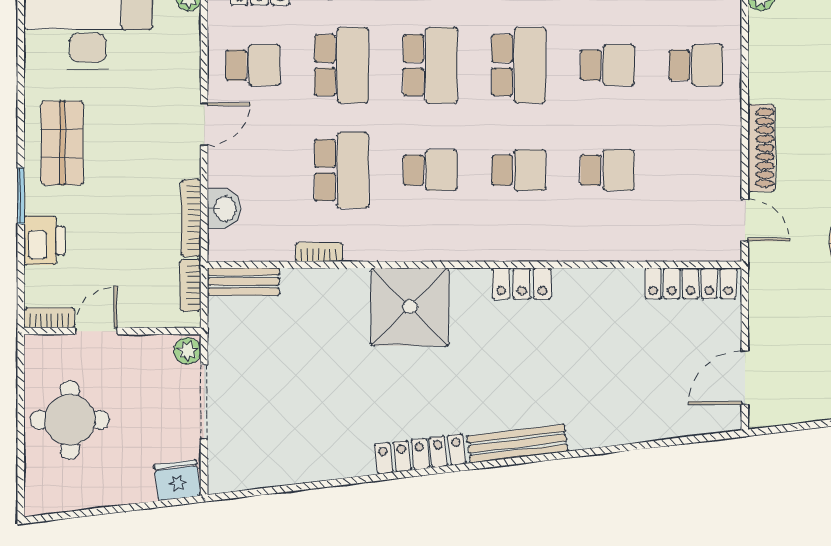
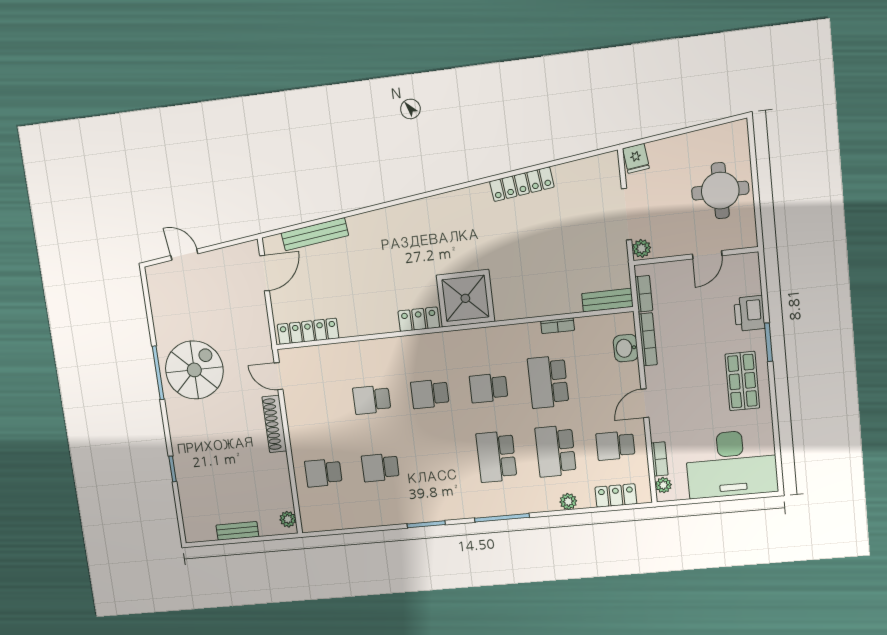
school desk: (519, 65) -> (438, 462), removed
shower: (410, 307) -> (465, 298), moved
bookcase: (49, 318) -> (660, 459), moved, turned -90
bench: (517, 444) -> (315, 234), moved
locker: (420, 454) -> (522, 184), moved
fridge: (177, 480) -> (636, 158), width x0.72

